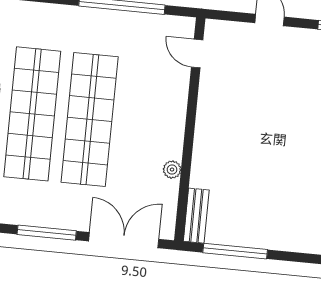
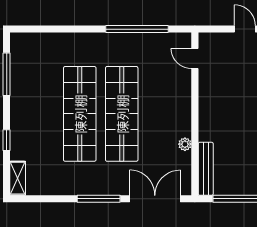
bench: (196, 216) -> (206, 169), width x1.36

